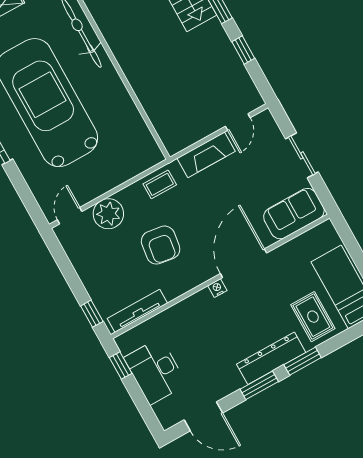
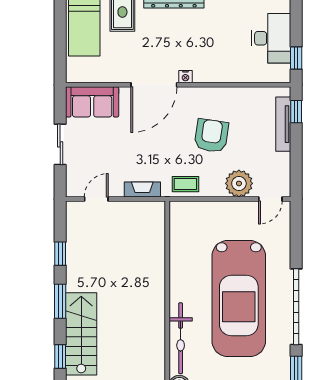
fireplace: (206, 155) -> (142, 190), width x0.73, depth x0.76
tv unit: (137, 311) -> (283, 124), moved, turned 90

